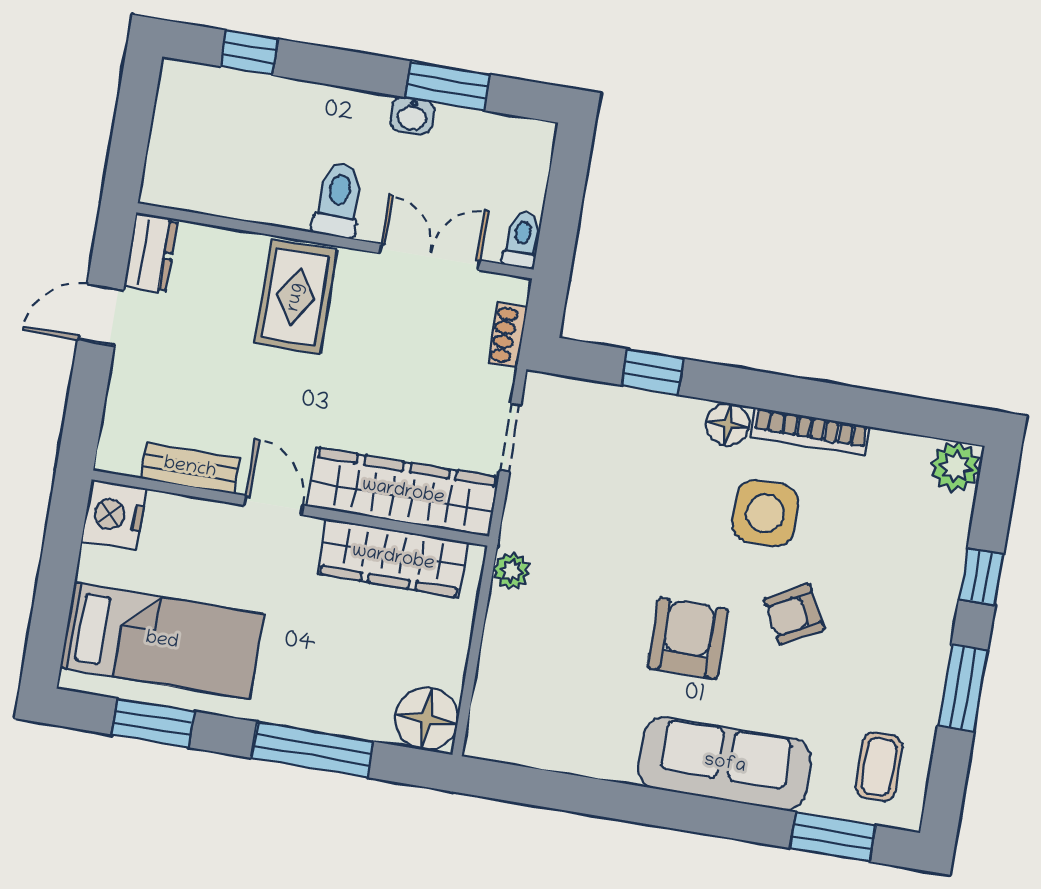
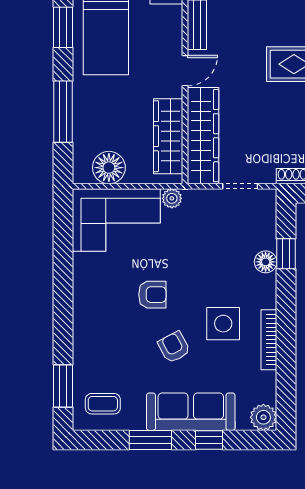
floor lamp: (727, 424) -> (266, 262), moved
armchair: (688, 638) -> (152, 295), width x0.72, depth x0.72
corner sofa: (535, 683) -> (116, 220), added
floor lamp: (427, 719) -> (109, 168), moved
sofa: (725, 764) -> (191, 412), moved, turned -90

